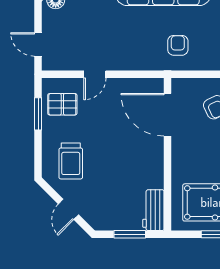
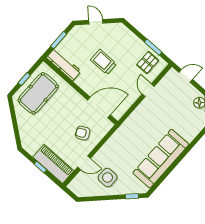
armchair: (178, 45) -> (127, 141), removed
trolley: (71, 161) -> (103, 62), moved
workbench: (153, 210) -> (64, 64), width x1.38

